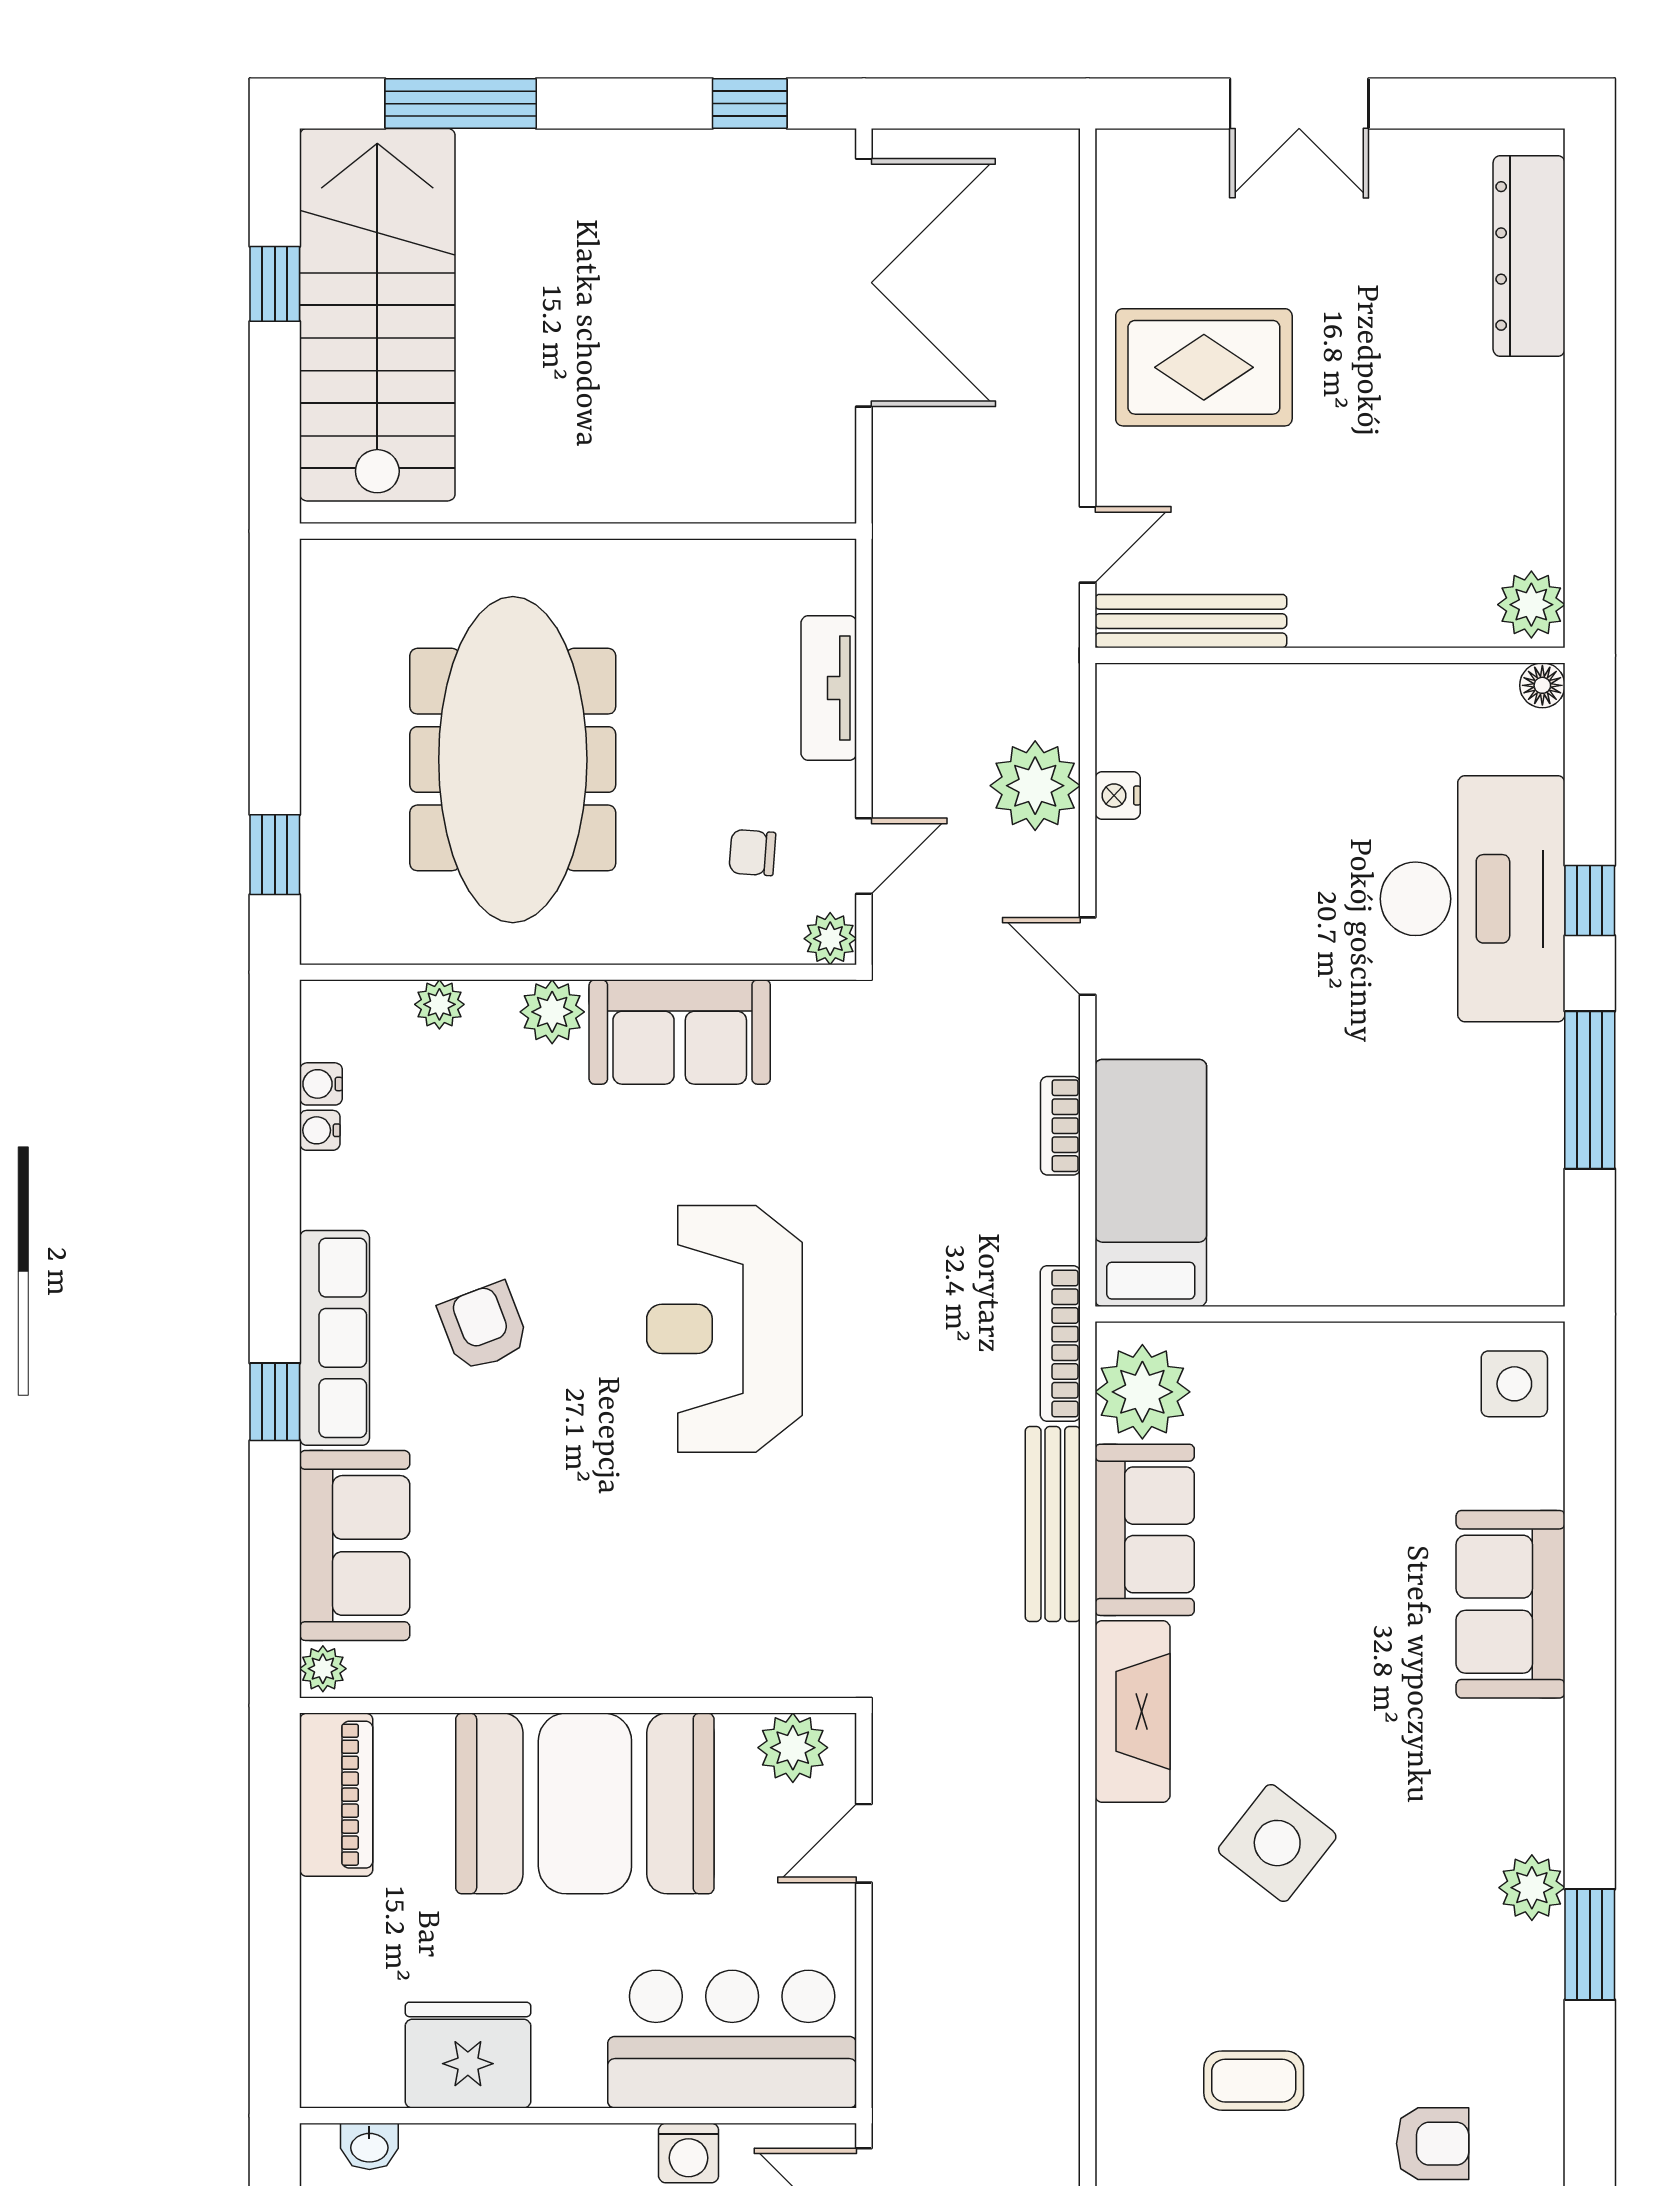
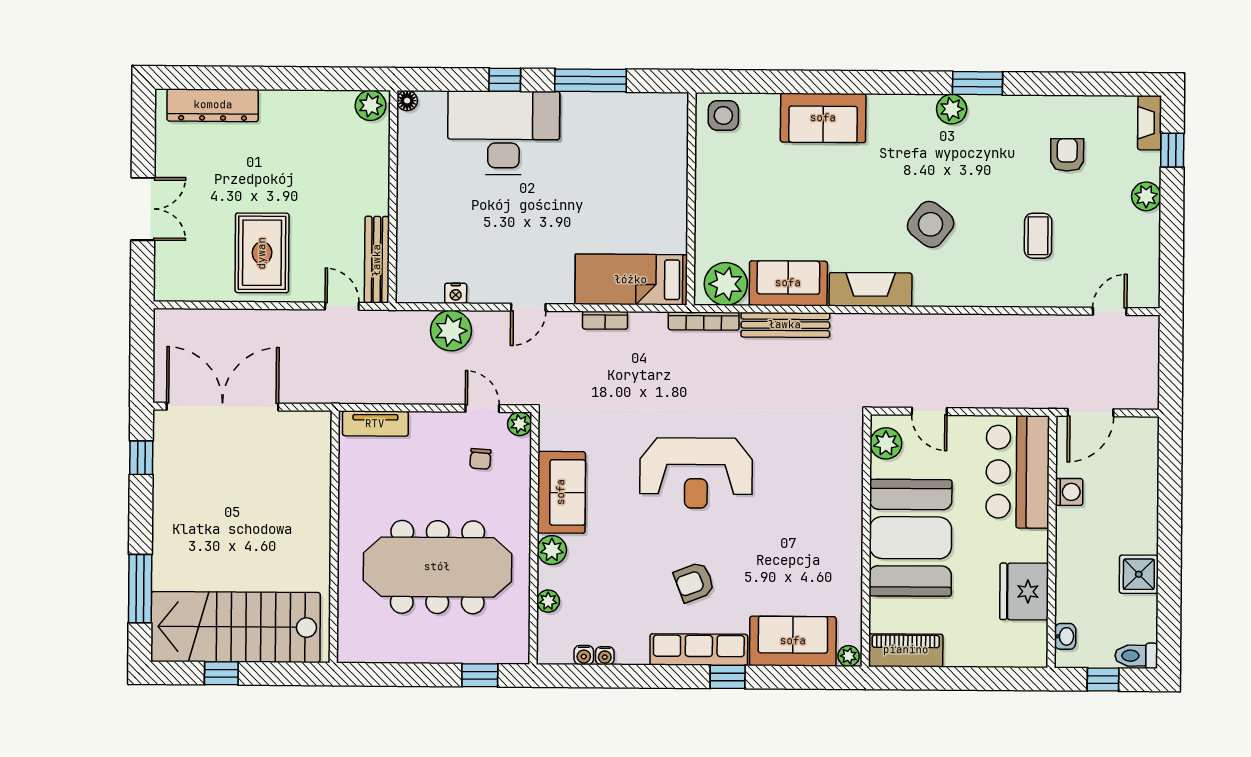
tv unit: (829, 688) -> (375, 424), moved

